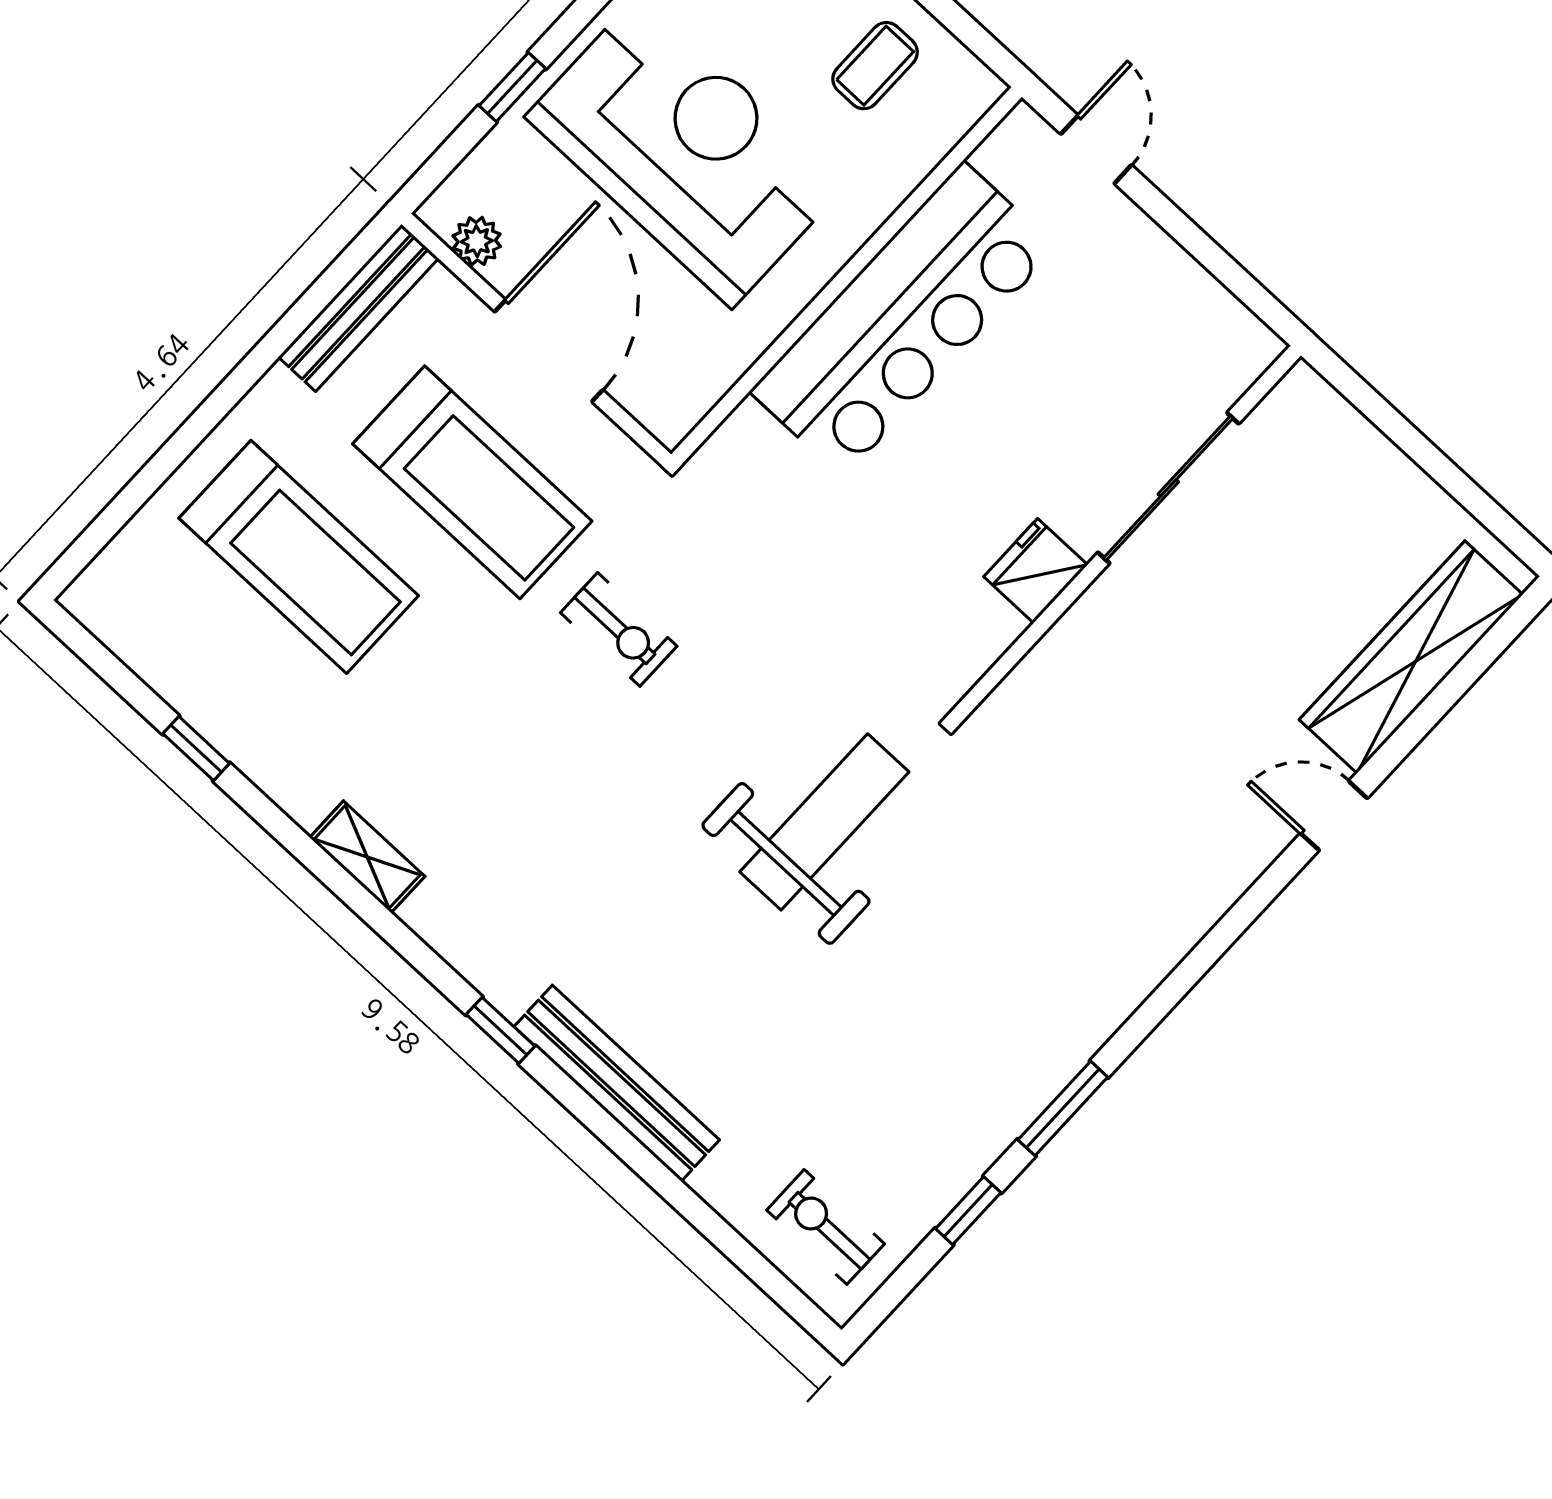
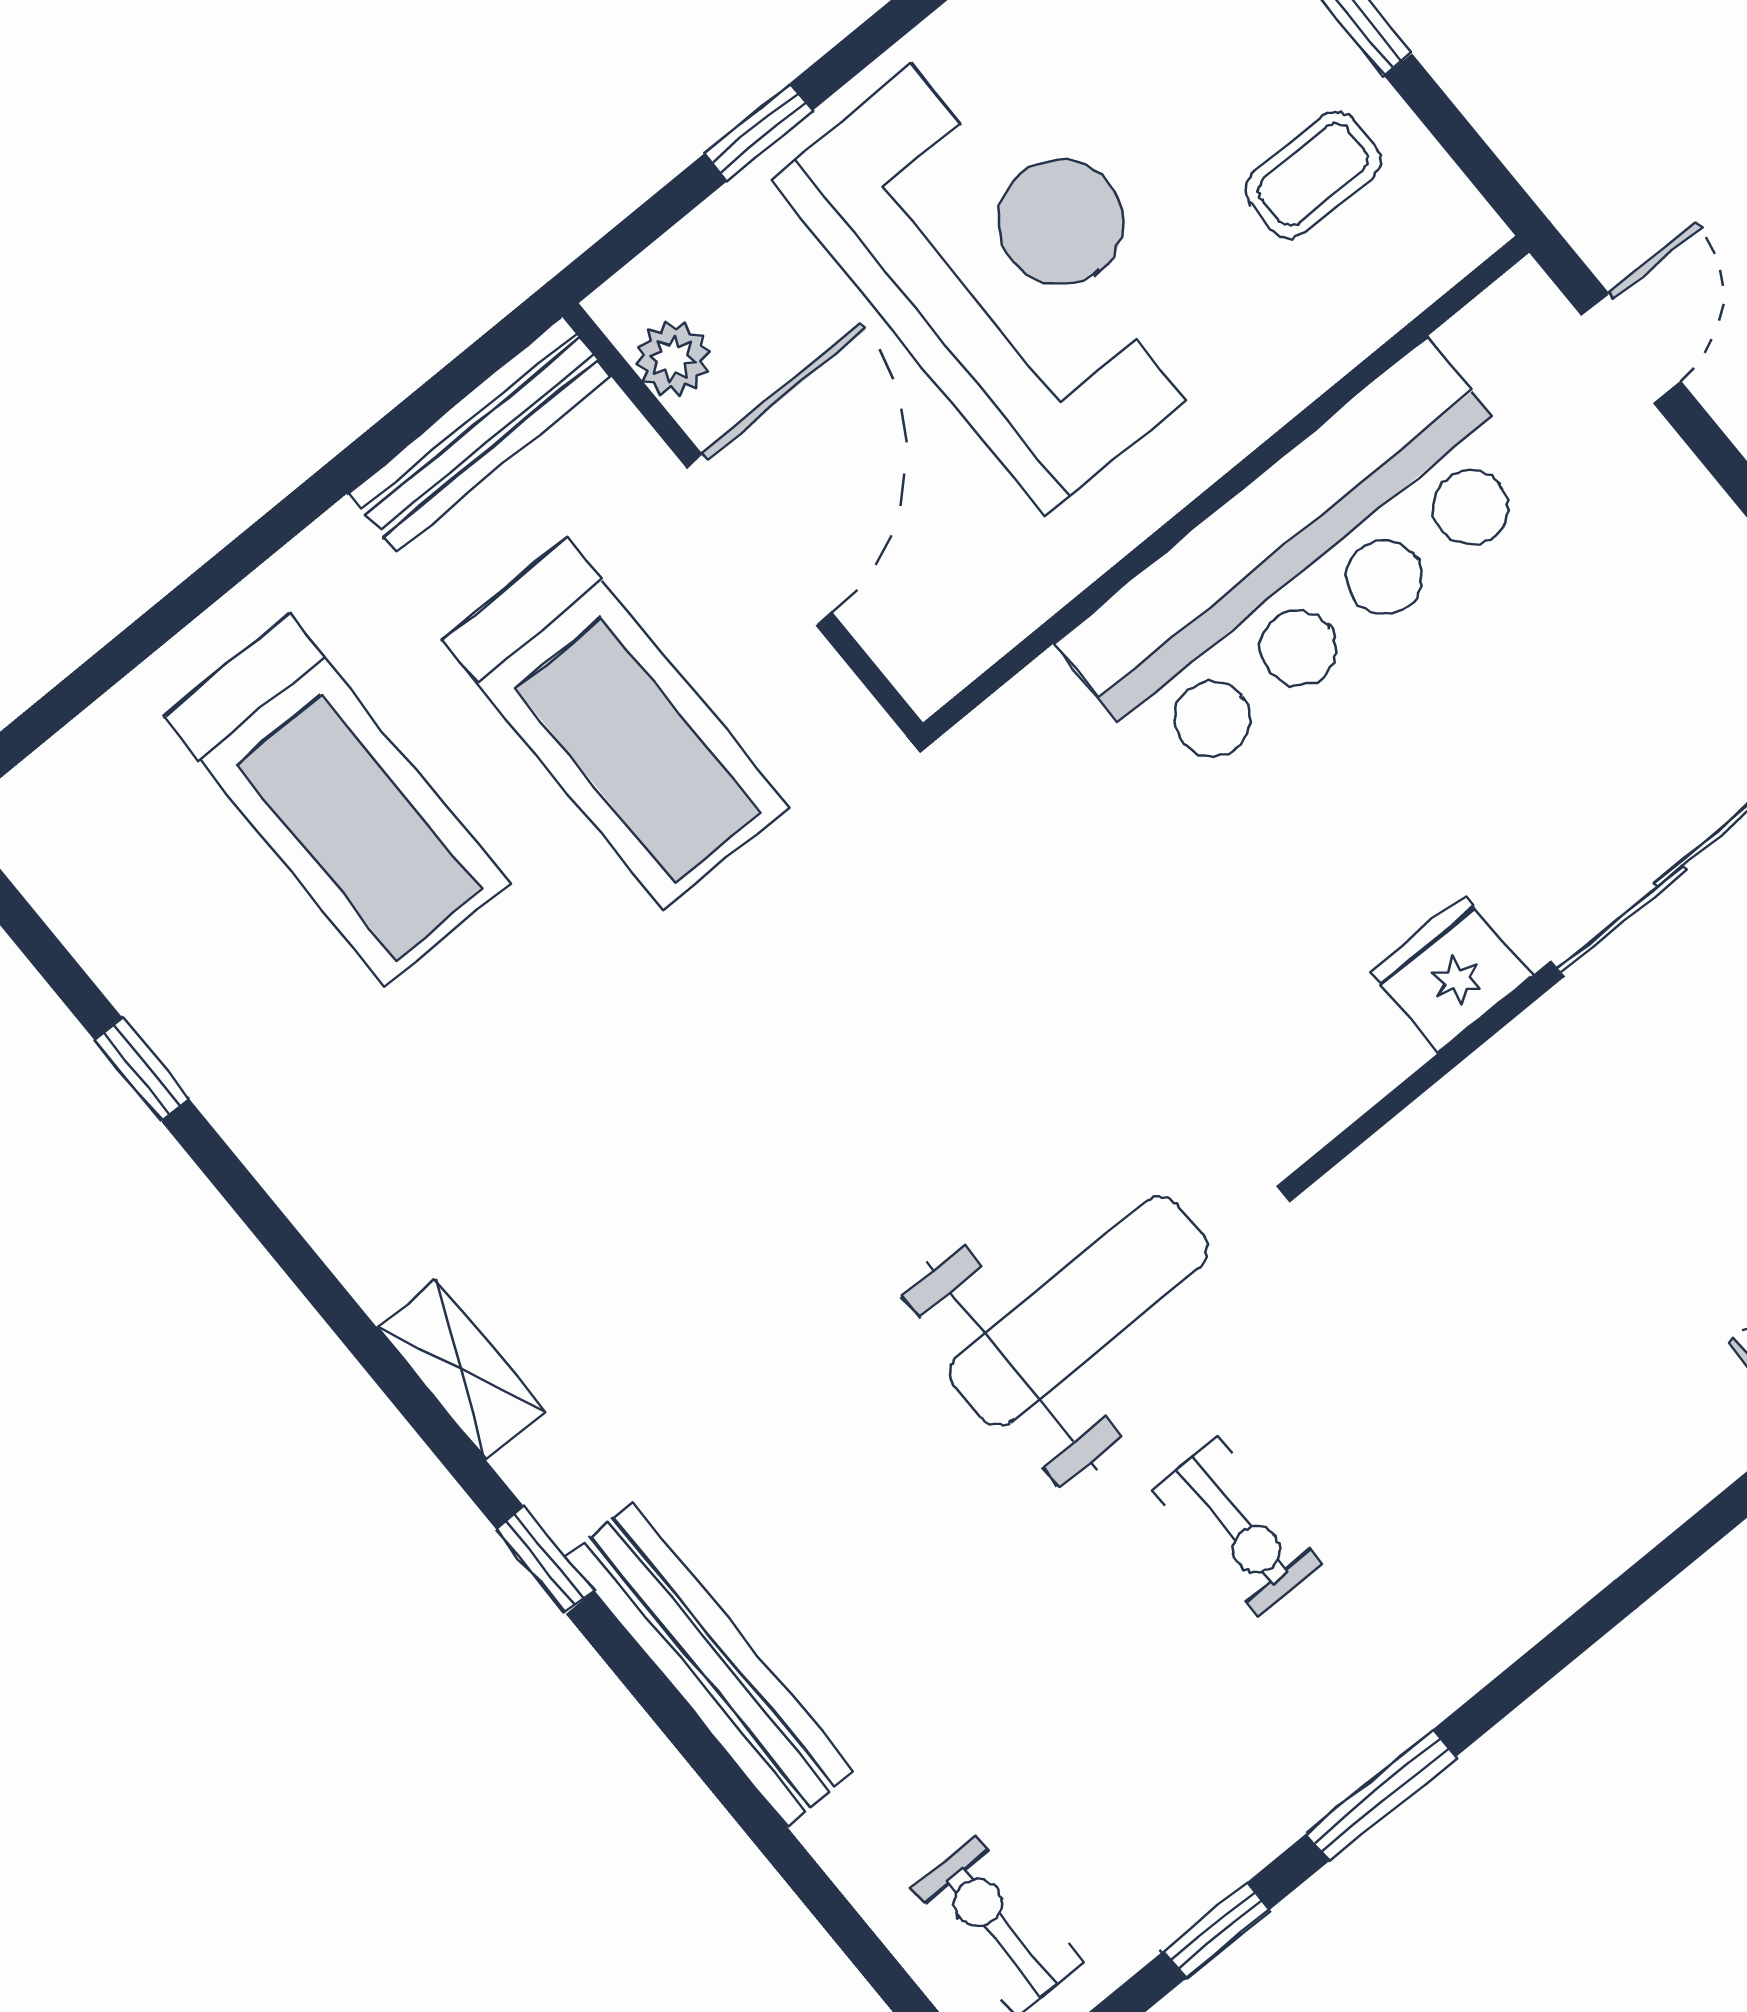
exercise bike: (619, 629) -> (1238, 1526), moved
shelving: (367, 857) -> (461, 1370), moved

